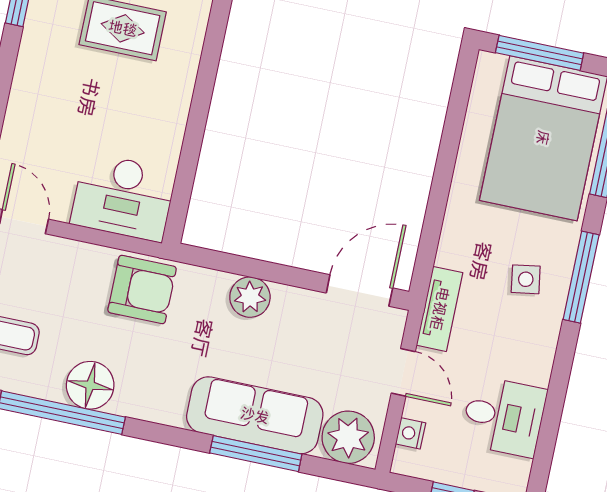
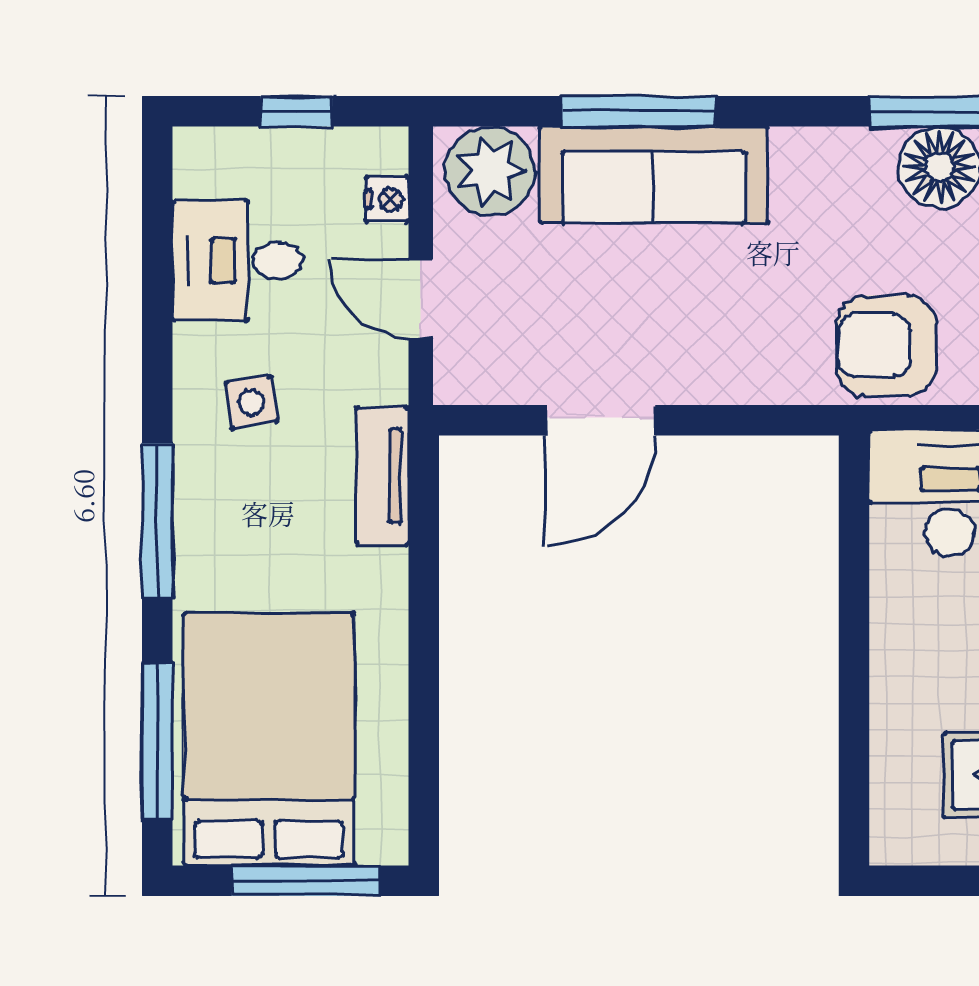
side table: (526, 279) -> (251, 402), moved
door: (359, 290) -> (600, 420), moved
plant: (250, 297) -> (703, 371), removed
tv unit: (440, 309) -> (382, 476), moved

